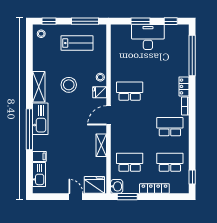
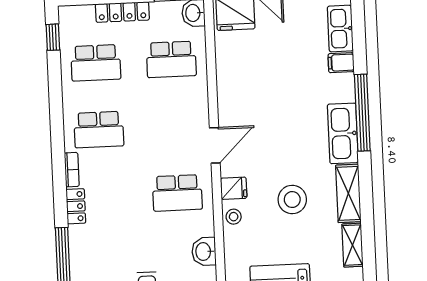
washbasin: (117, 59) -> (204, 251), added
shelving: (101, 145) -> (353, 245), moved

